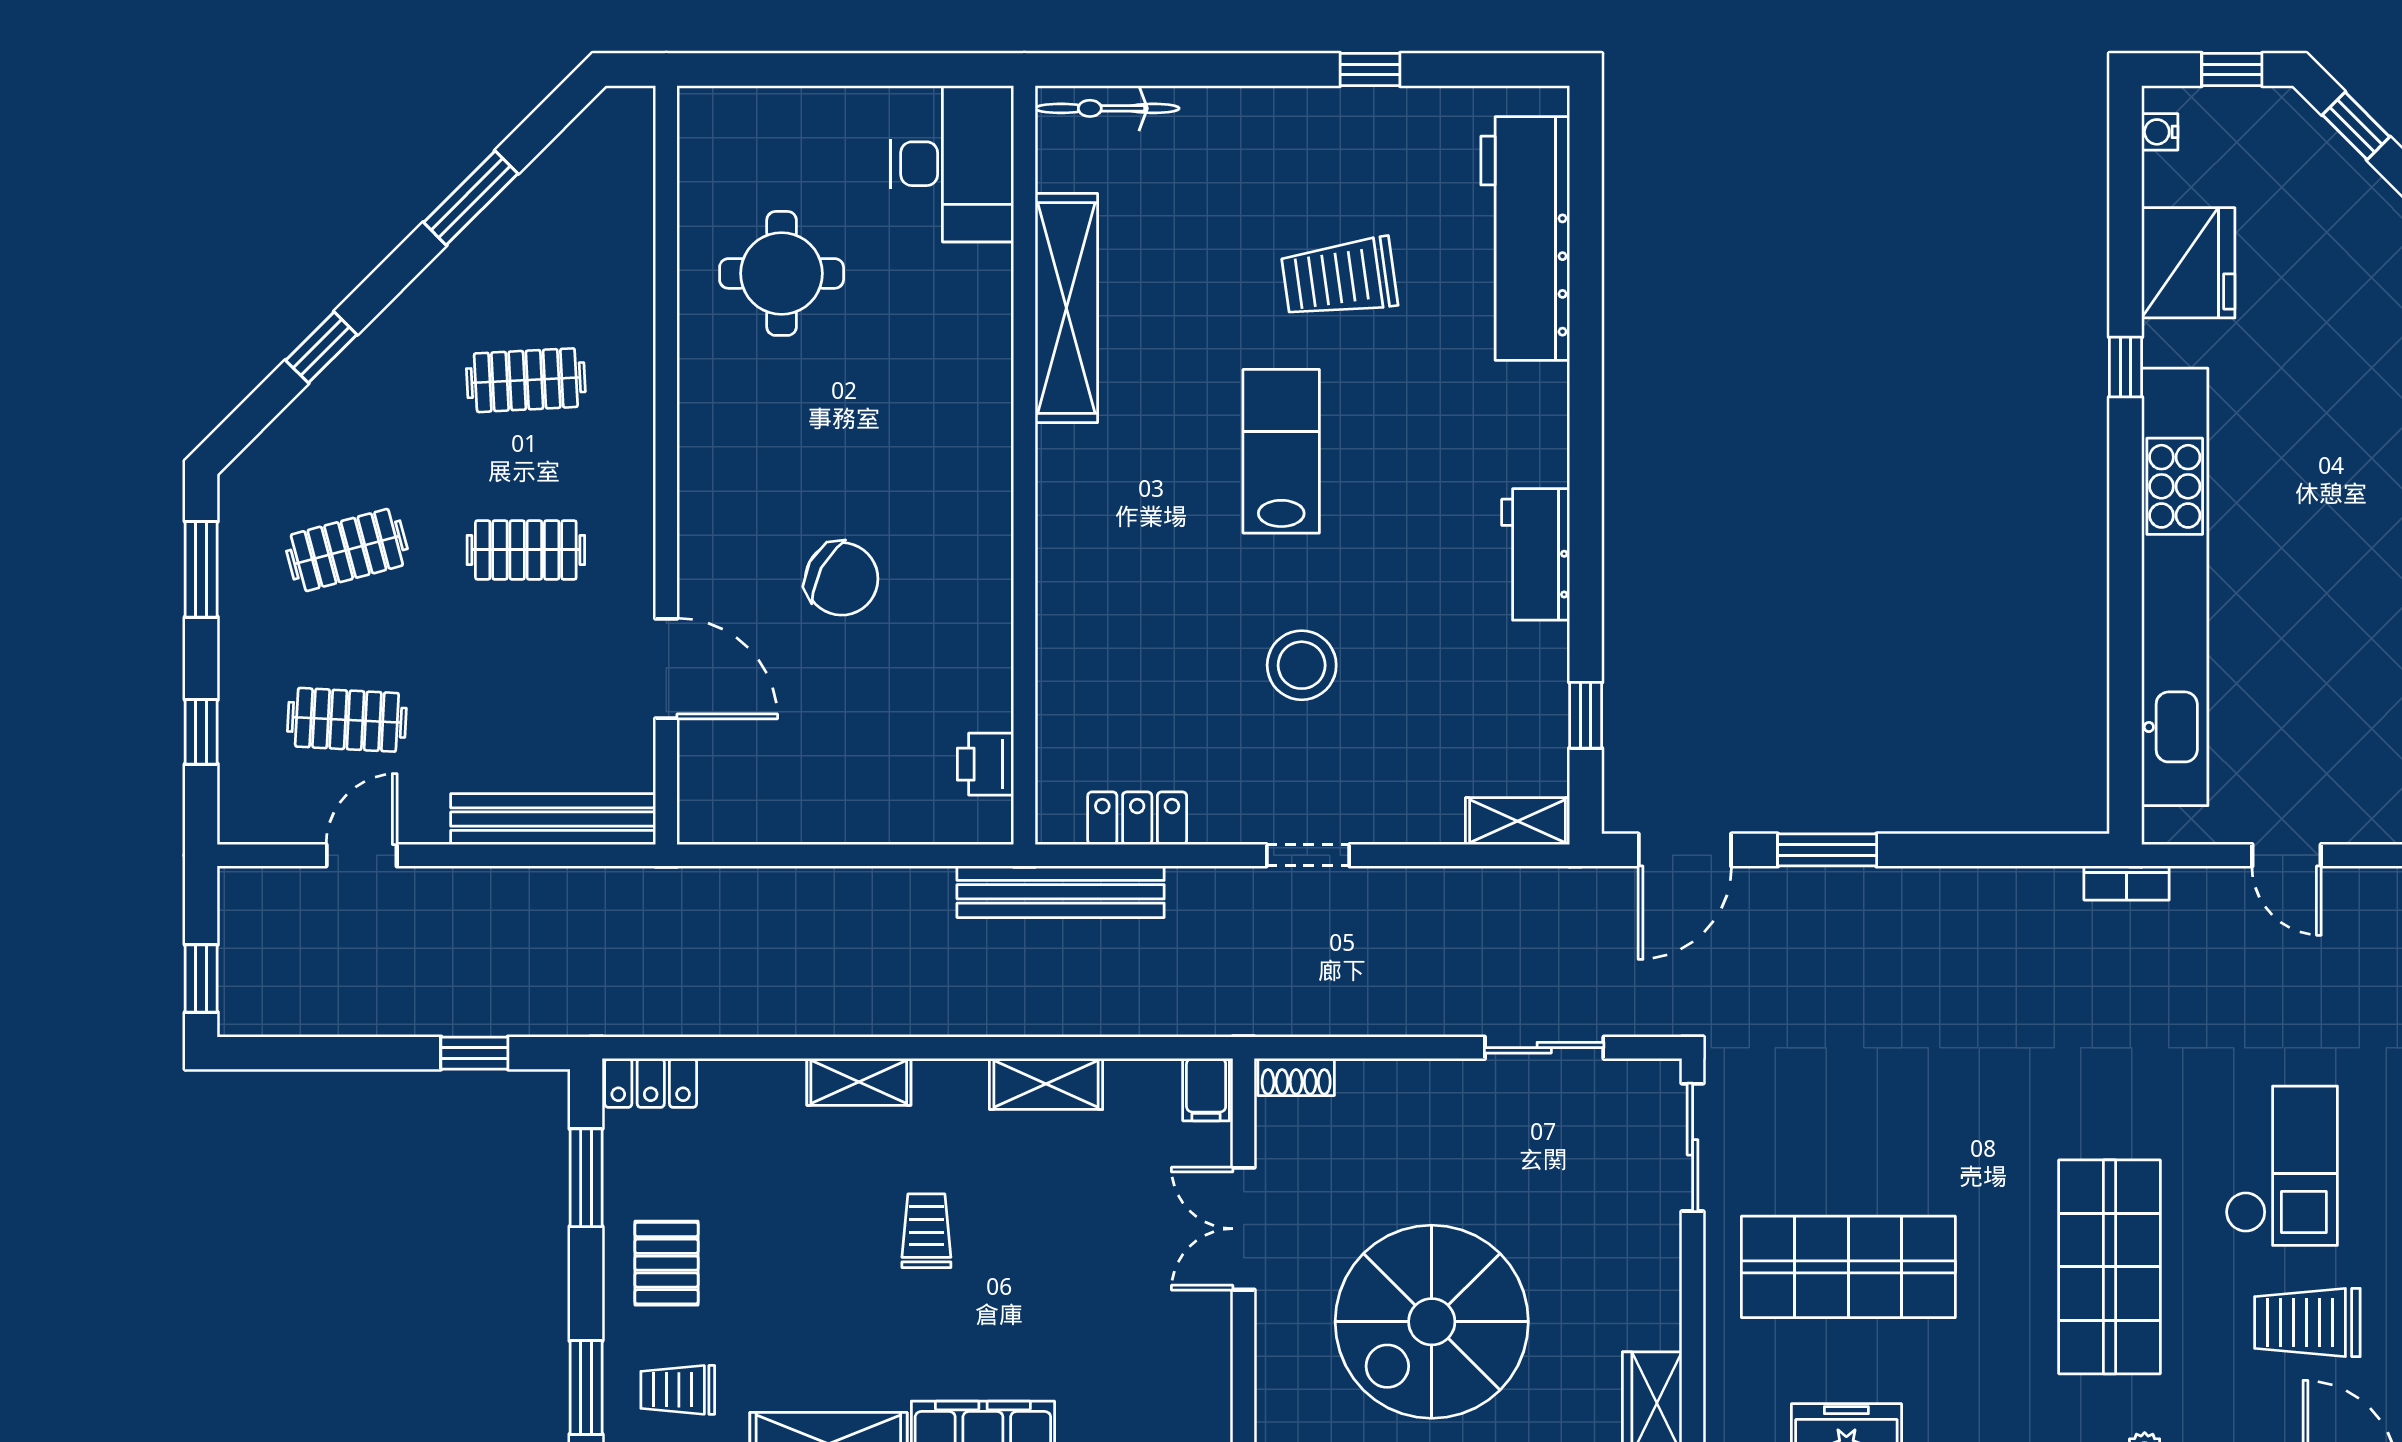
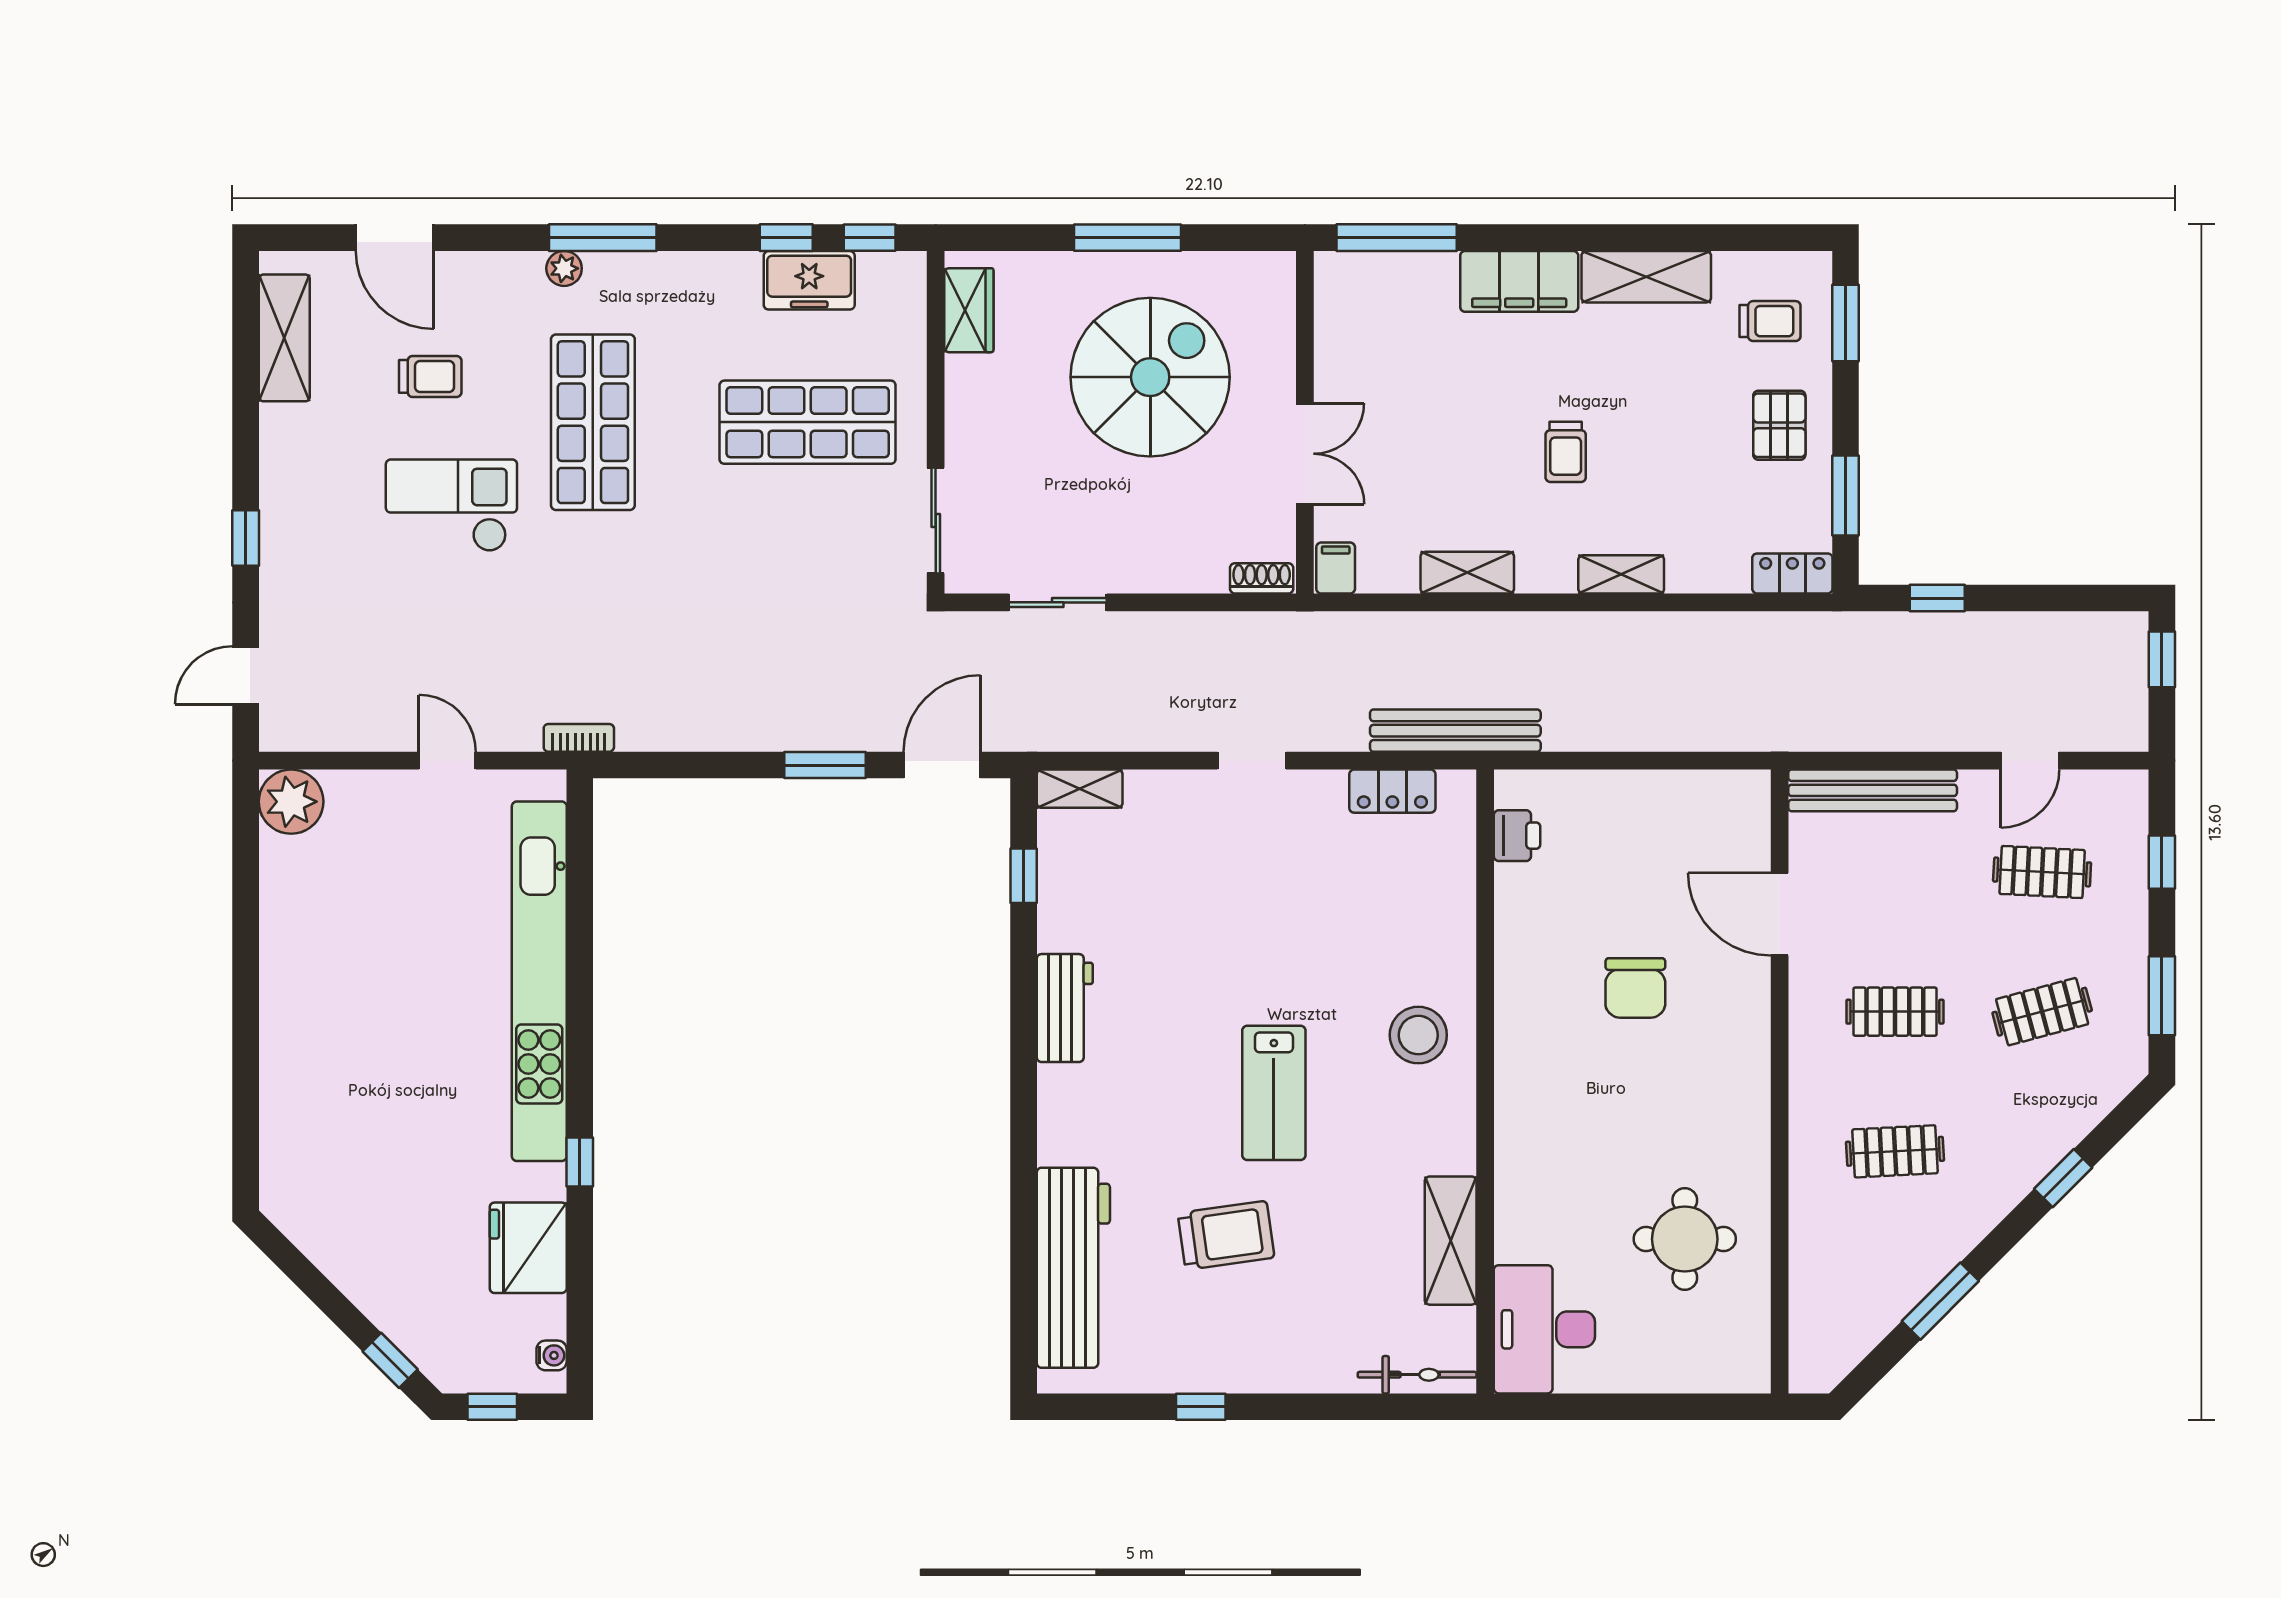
shelving: (1066, 308) -> (1451, 1241), width x0.68
chair: (842, 579) -> (1635, 988), turned -118
stool: (1302, 665) -> (1418, 1035), moved
checkout: (2281, 1166) -> (451, 505), turned 90
trolley: (2307, 1322) -> (430, 376), width x0.73, depth x0.72

